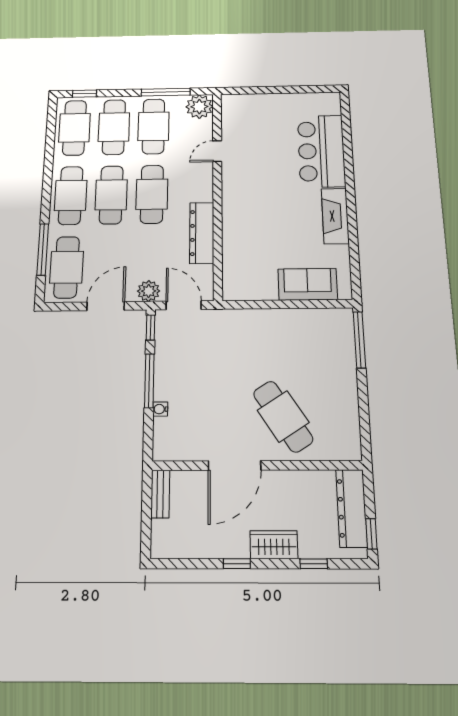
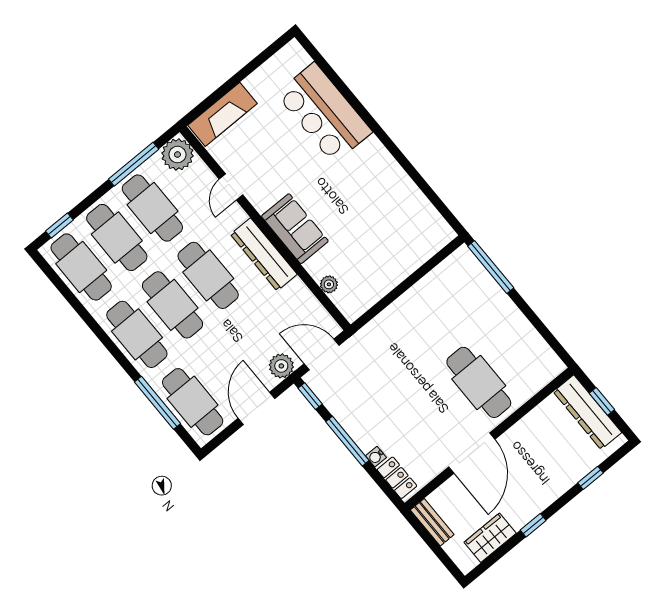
fireplace: (335, 216) -> (223, 114), moved, turned -90
dresser: (202, 233) -> (264, 254), moved
plant: (230, 262) -> (329, 284), added
sofa: (308, 284) -> (295, 229), moved, turned 90
cafe table: (283, 416) -> (479, 382), turned 33
locker: (162, 438) -> (397, 478), added
window: (371, 534) -> (602, 401), moved
wardrobe: (274, 545) -> (490, 538), moved

